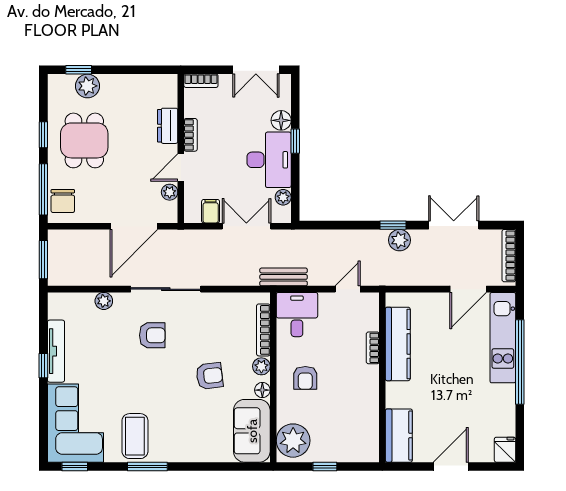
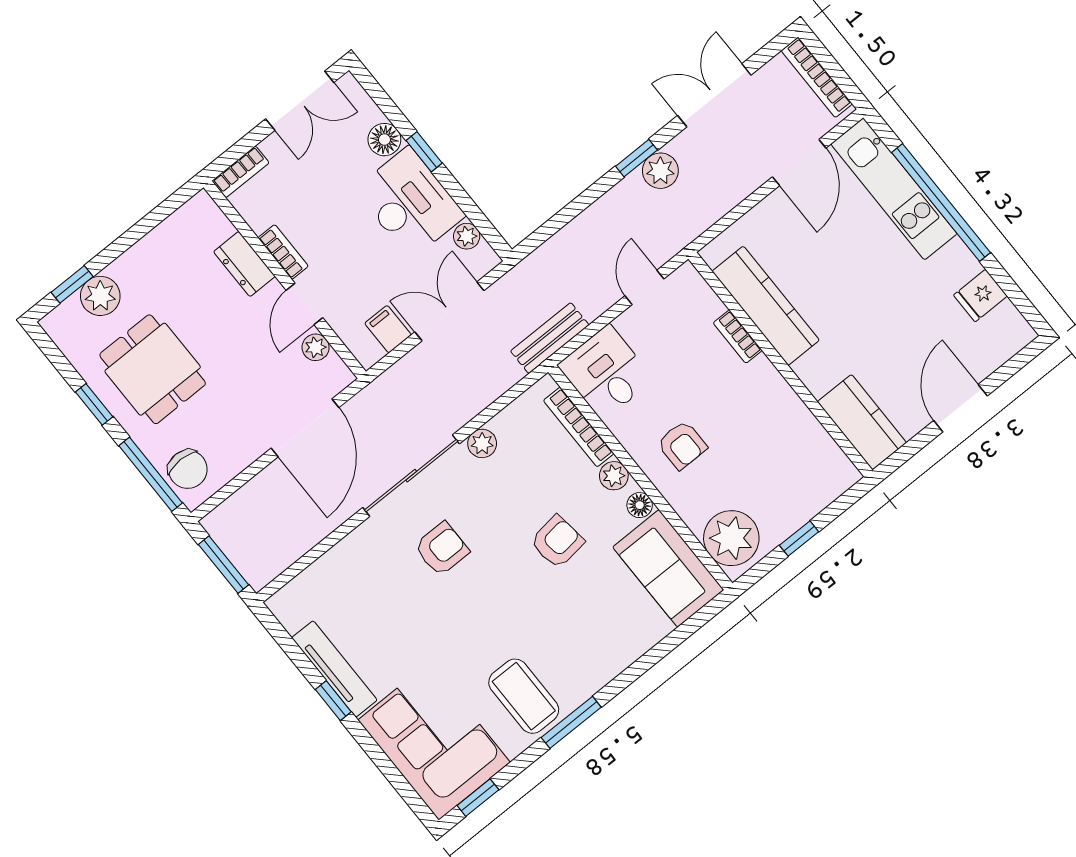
plant: (104, 301) -> (482, 443), moved
fridge: (505, 450) -> (980, 296), moved, turned -90

